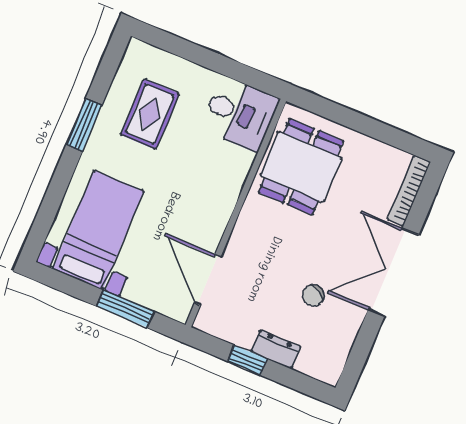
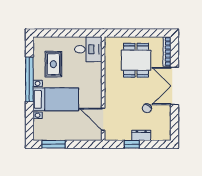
window: (84, 125) -> (29, 79), width x2.11
dining table: (301, 167) -> (136, 60), moved
bed with nightstands: (98, 230) -> (56, 99), moved, turned 90
window: (125, 309) -> (53, 144), moved

